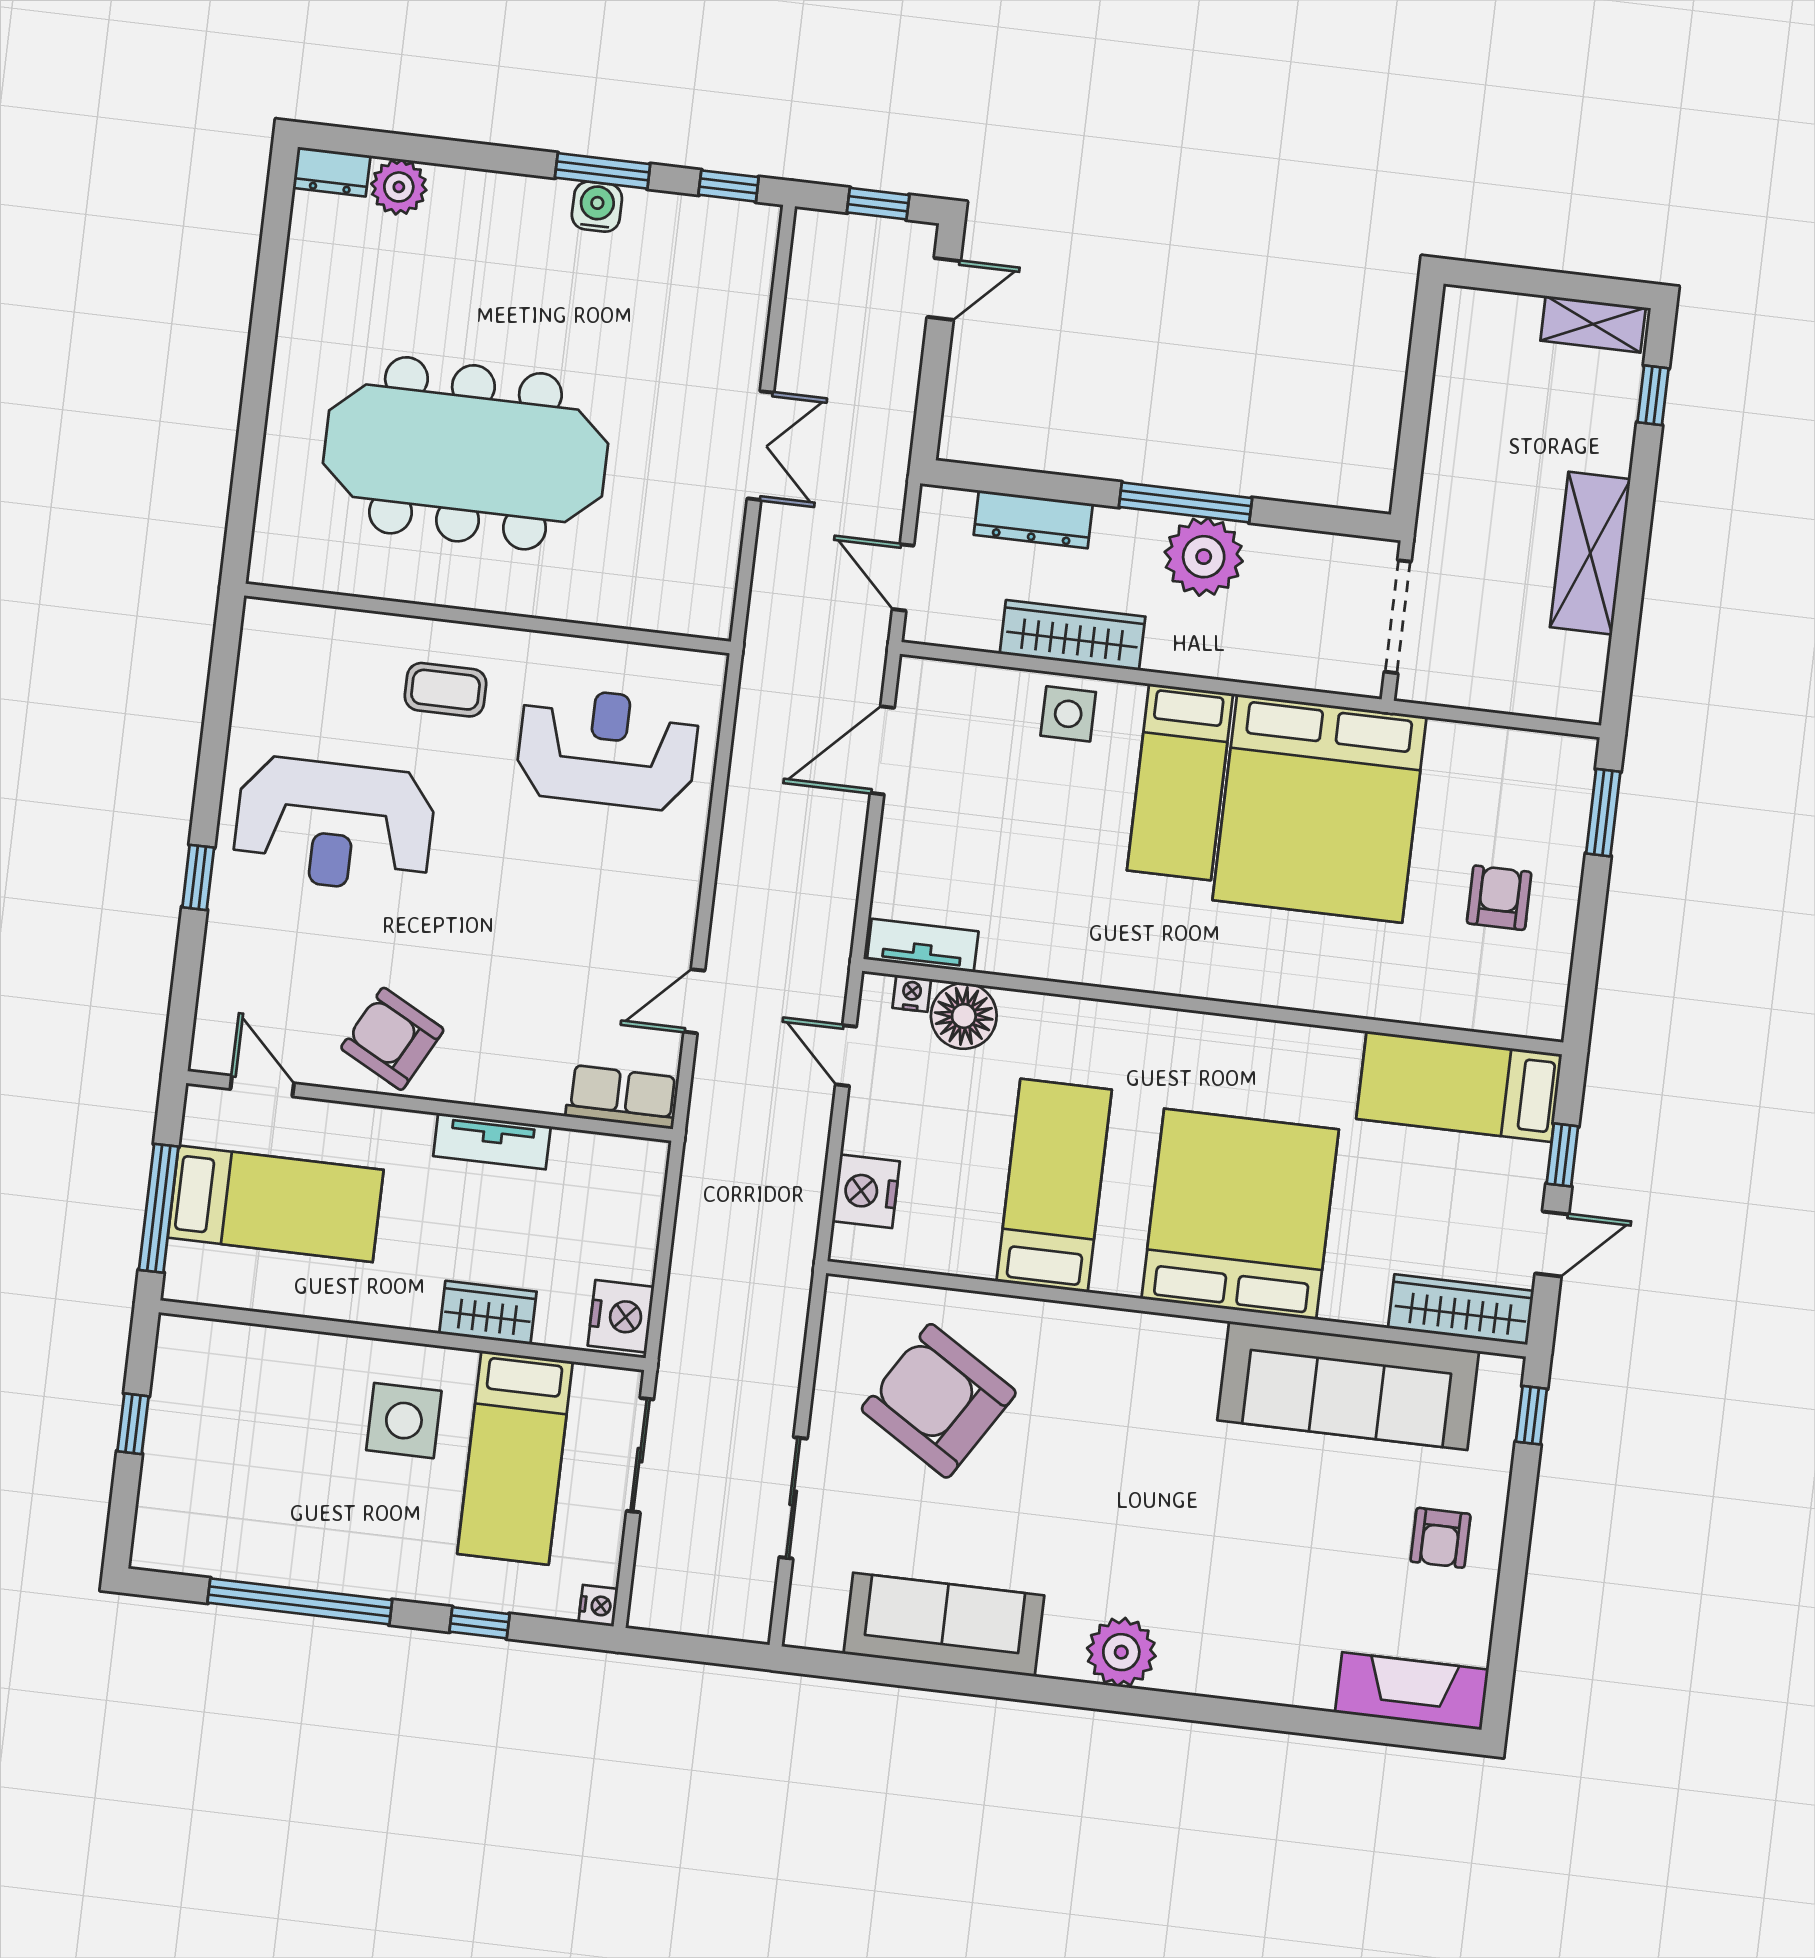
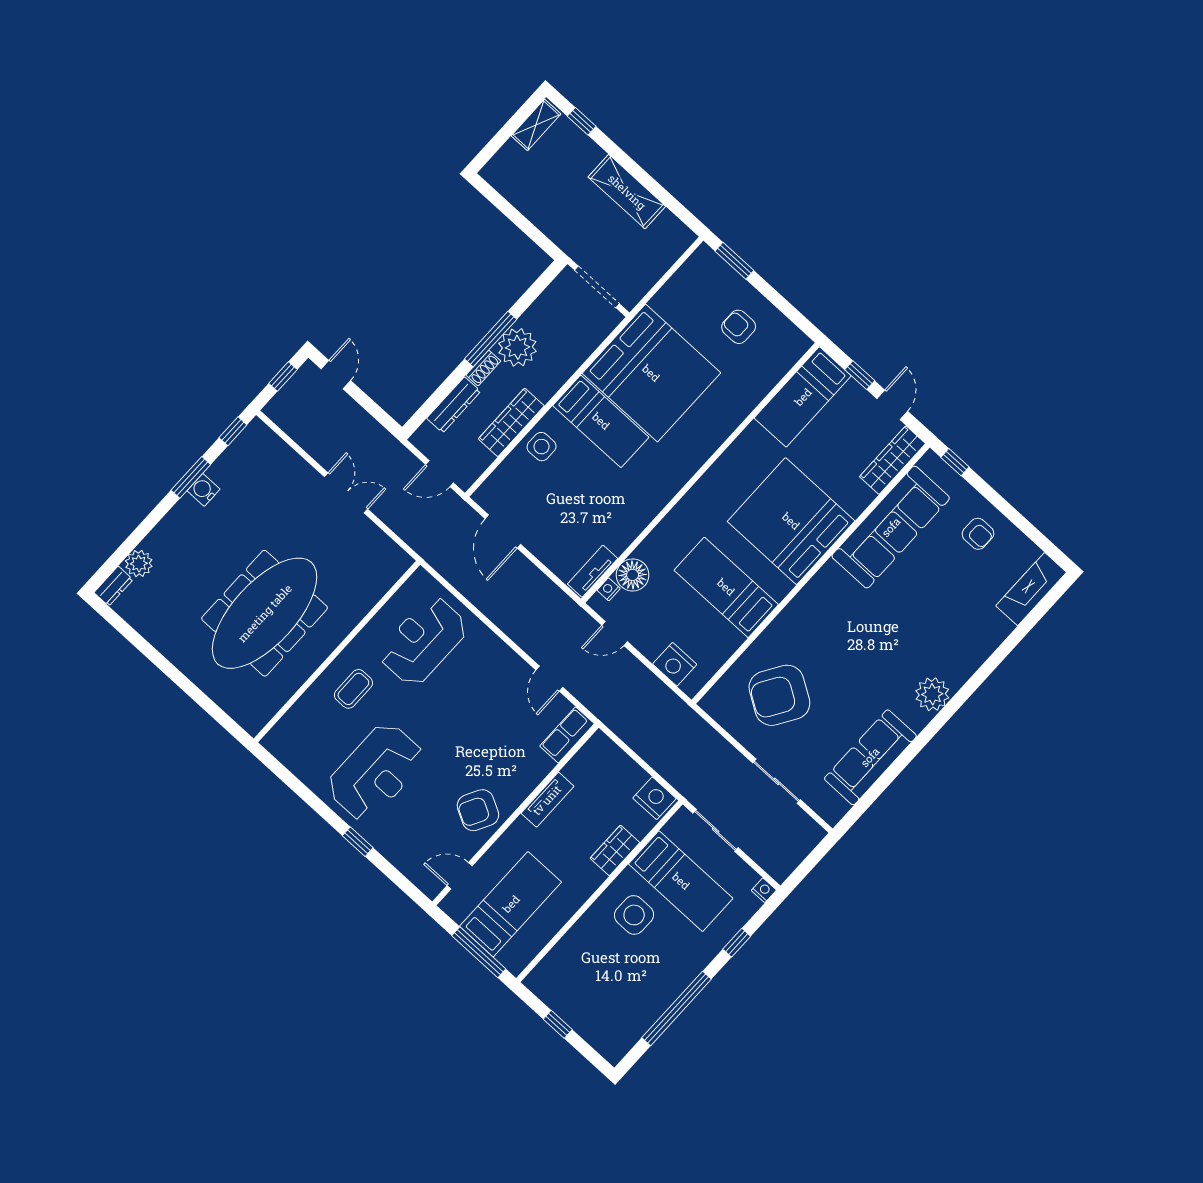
shoe rack: (1129, 525) -> (483, 368), added

